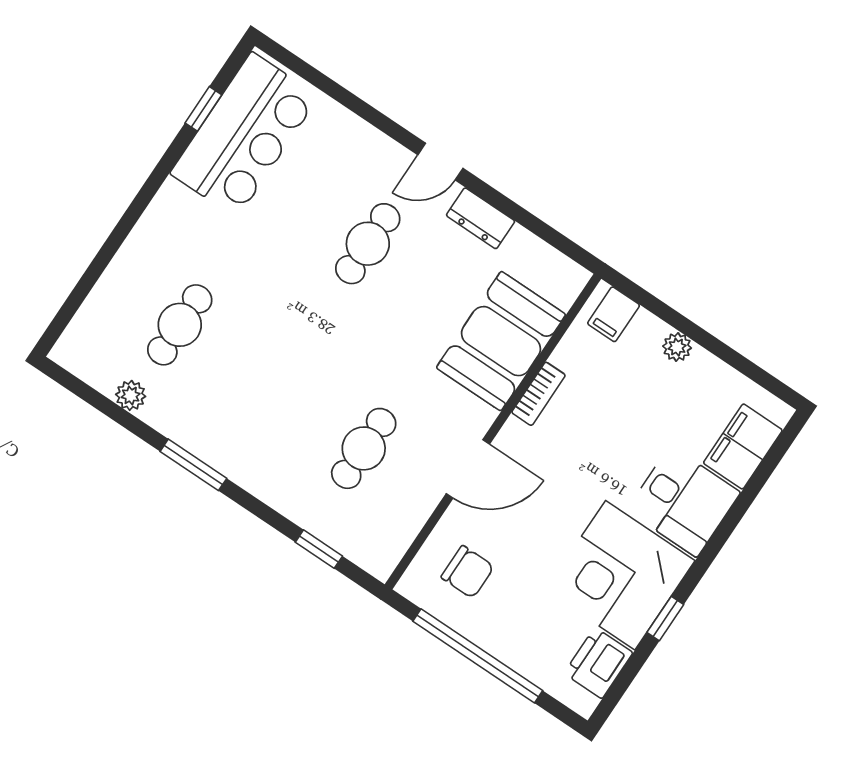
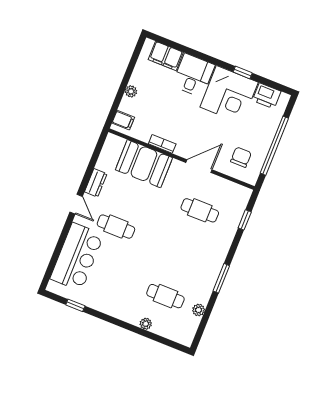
bar counter: (244, 135) -> (77, 257), moved, turned 90
plant: (125, 265) -> (146, 324), added
door: (468, 469) -> (199, 166), hinge flipped

